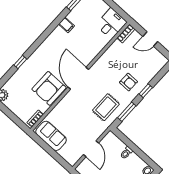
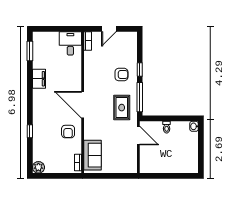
filing cabinet: (67, 25) -> (39, 79), width x2.00
armchair: (49, 88) -> (68, 132), width x0.53, depth x0.53
window: (127, 112) -> (140, 97), width x1.44
sofa: (51, 136) -> (93, 155), moved, turned 90
door: (91, 149) -> (138, 136), moved

